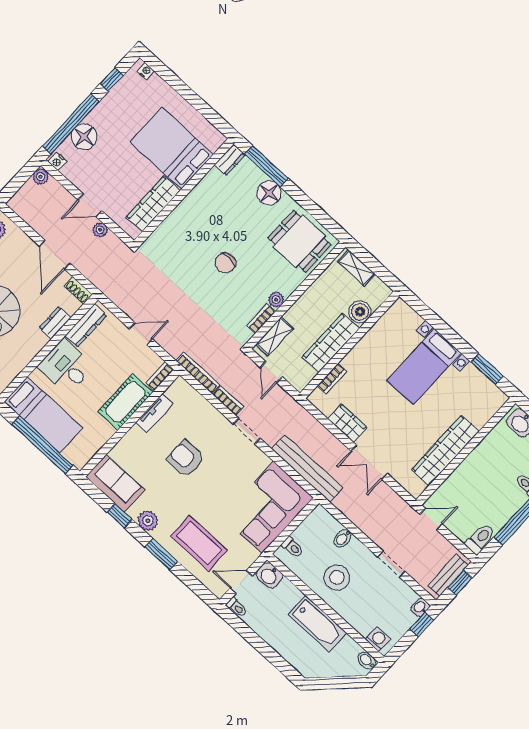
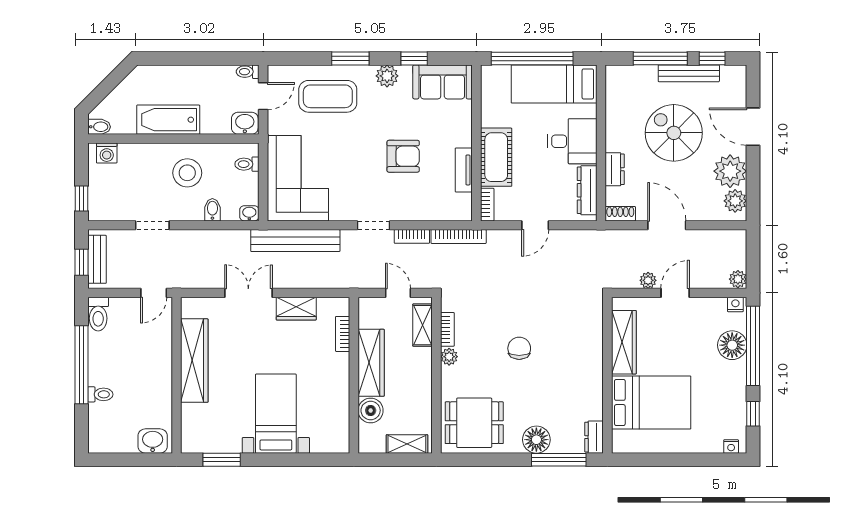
washbasin: (420, 607) -> (249, 213), moved, turned -90

